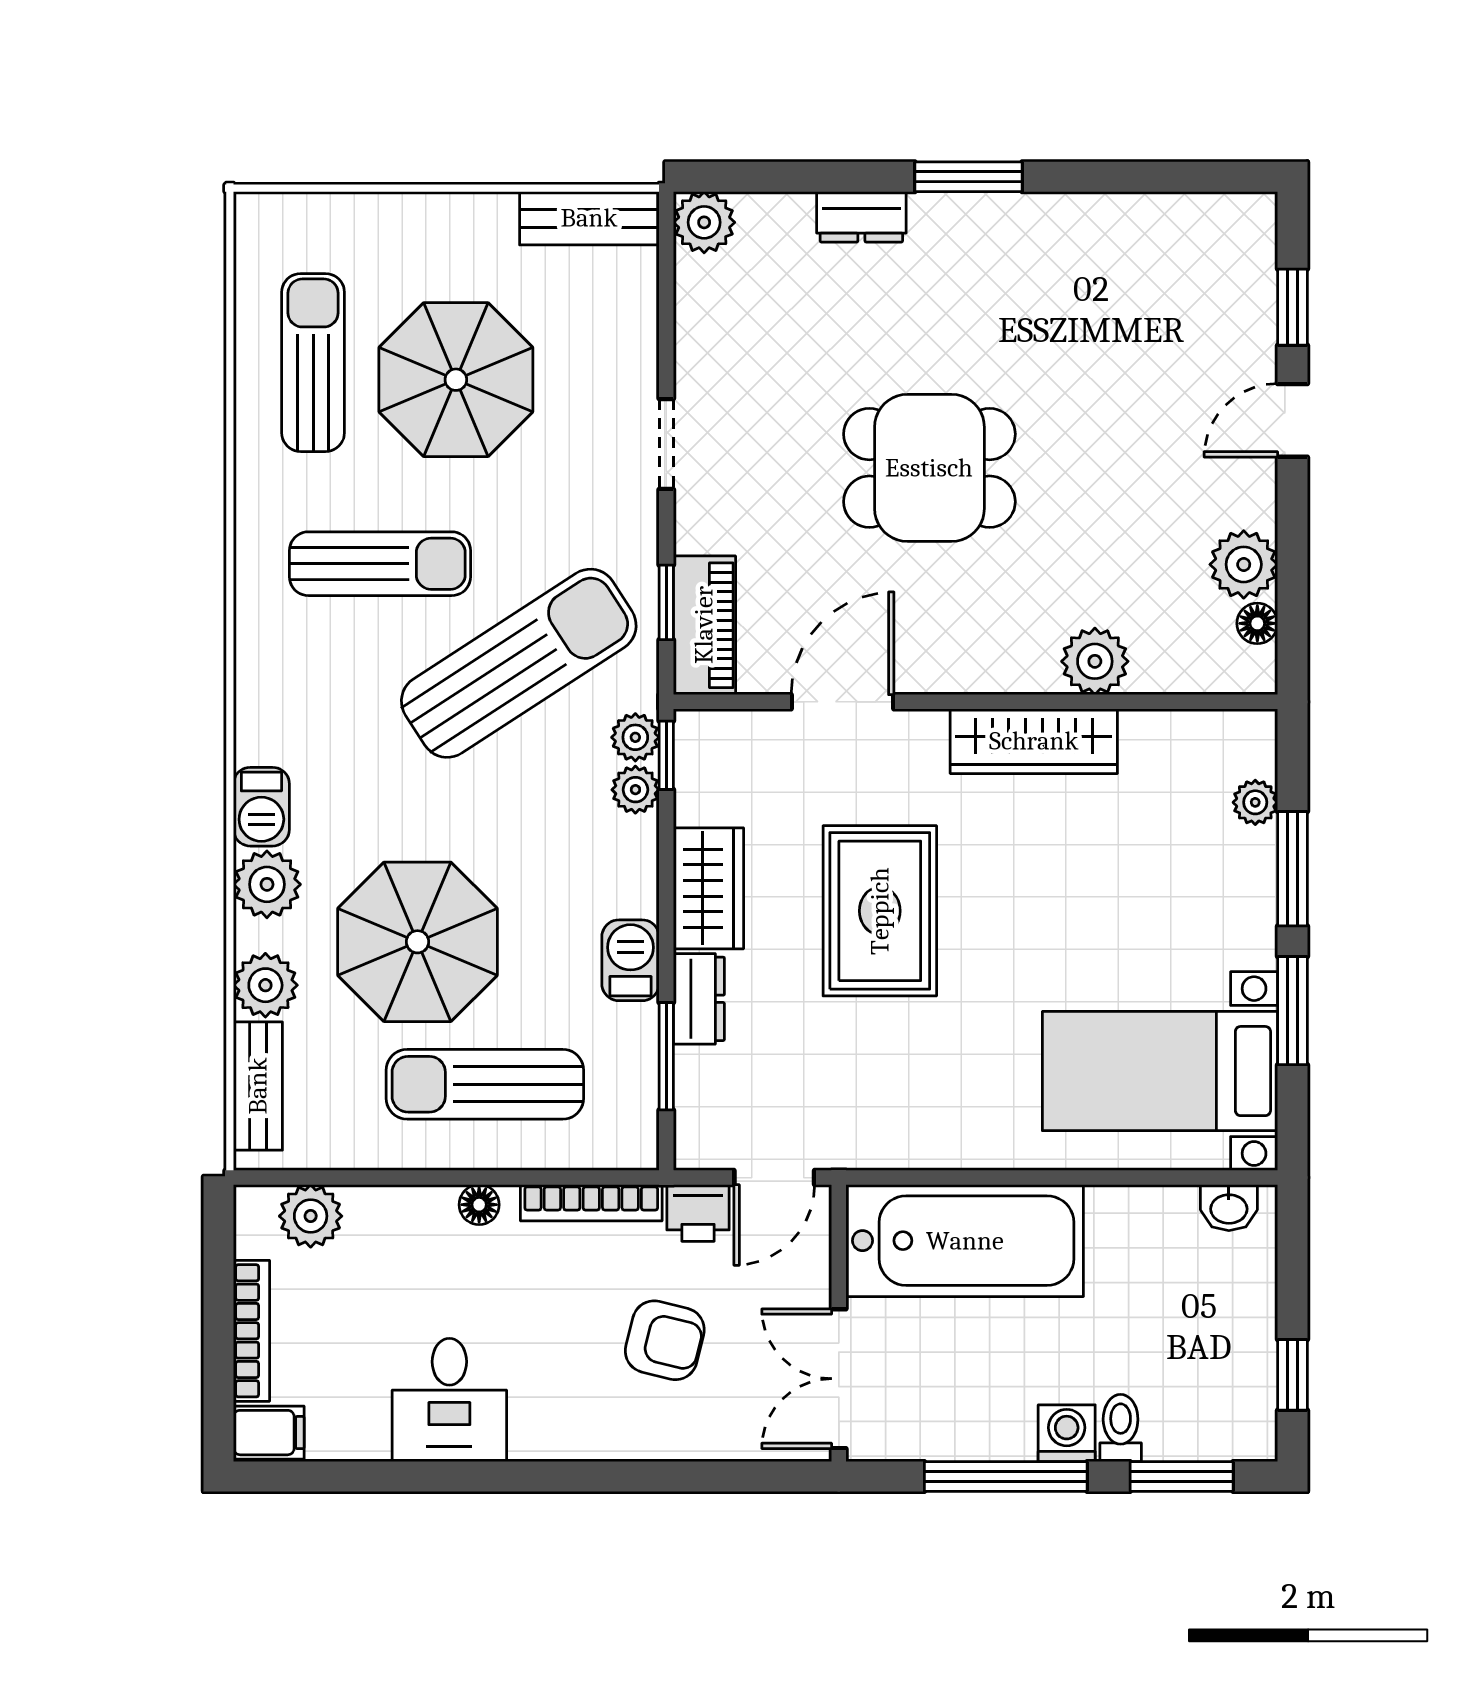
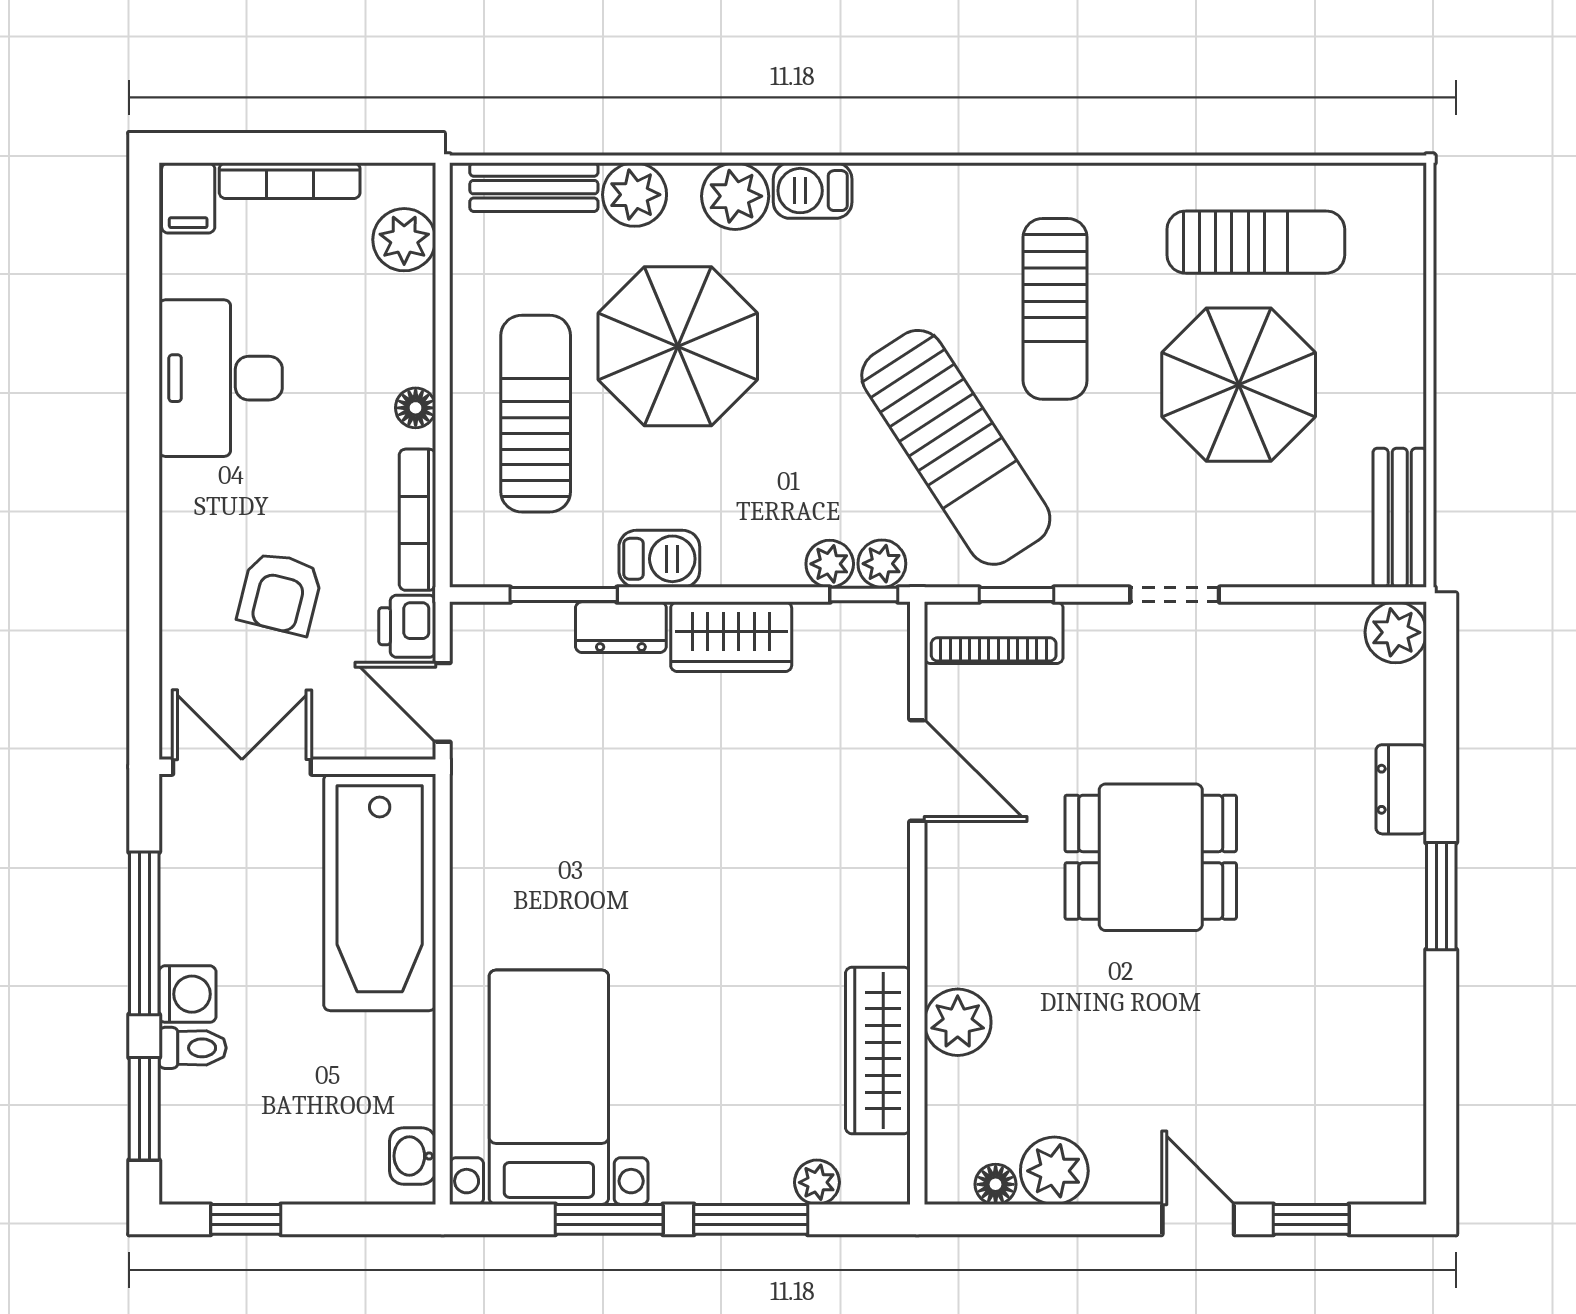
dining table: (929, 468) -> (1151, 857), turned 90
wardrobe: (1034, 741) -> (878, 1050), moved
rug: (880, 911) -> (709, 808), removed
desk: (449, 1400) -> (221, 378), width x1.37

